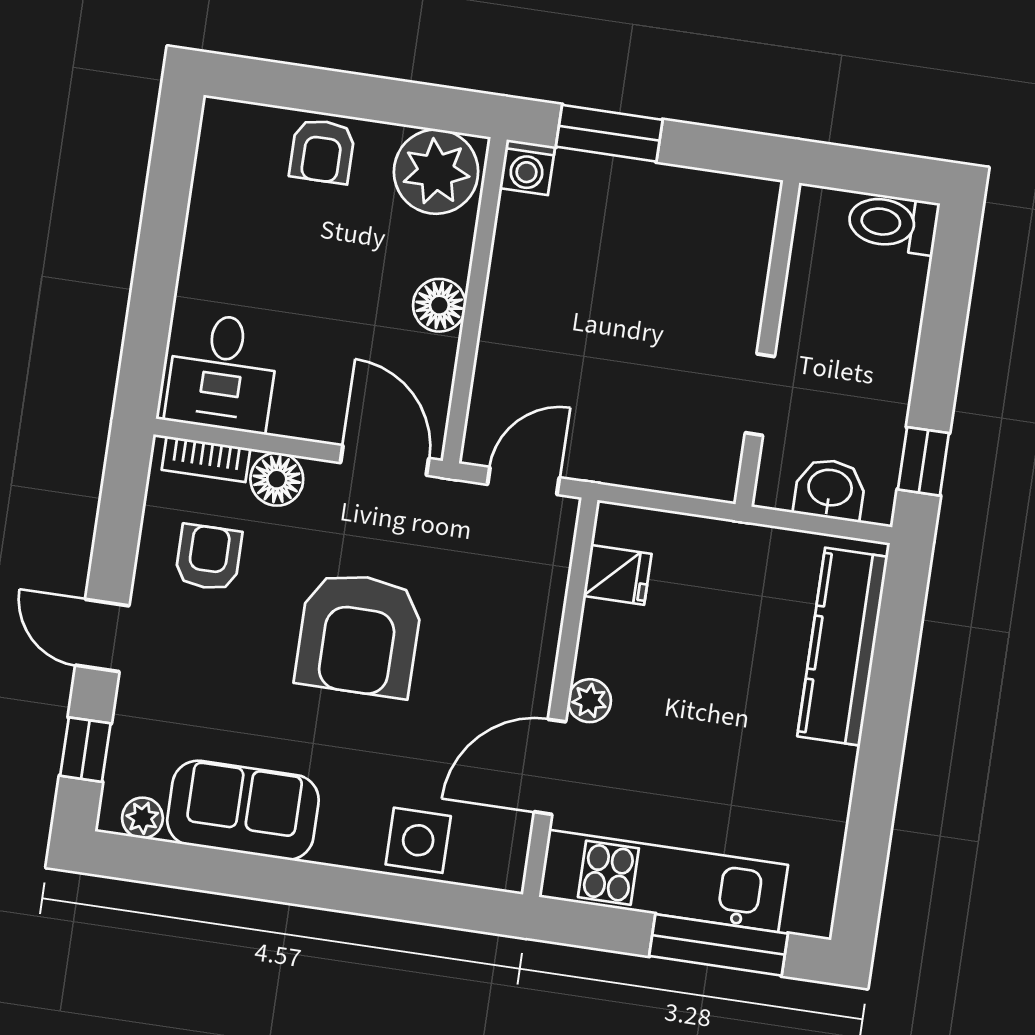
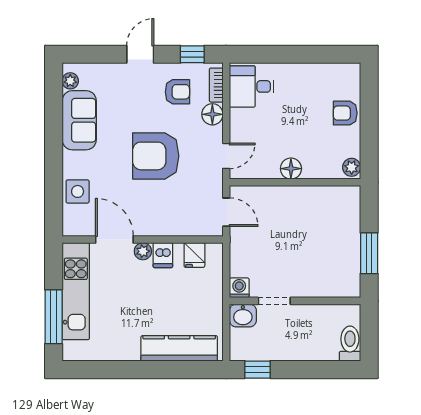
window: (609, 133) -> (369, 253), moved
washing machine: (527, 167) -> (239, 288), moved, turned 90
plant: (436, 172) -> (352, 167), width x0.53, depth x0.53
door: (385, 460) -> (226, 156), width x0.73
washbasin: (830, 489) -> (243, 315), moved, turned 90
dishwasher: (606, 653) -> (163, 255), added
window: (85, 750) -> (192, 54), moved

